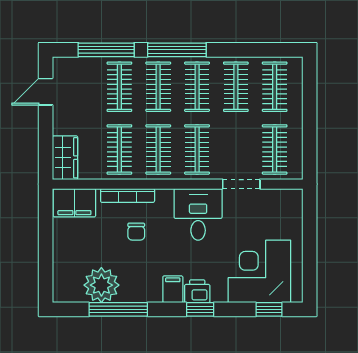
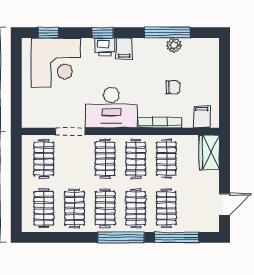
filing cabinet: (74, 203) -> (202, 117), width x0.50
desk: (198, 214) -> (111, 108), width x1.37
chair: (136, 232) -> (173, 87), moved, turned 90
plant: (101, 285) -> (174, 45), width x0.53, depth x0.53

